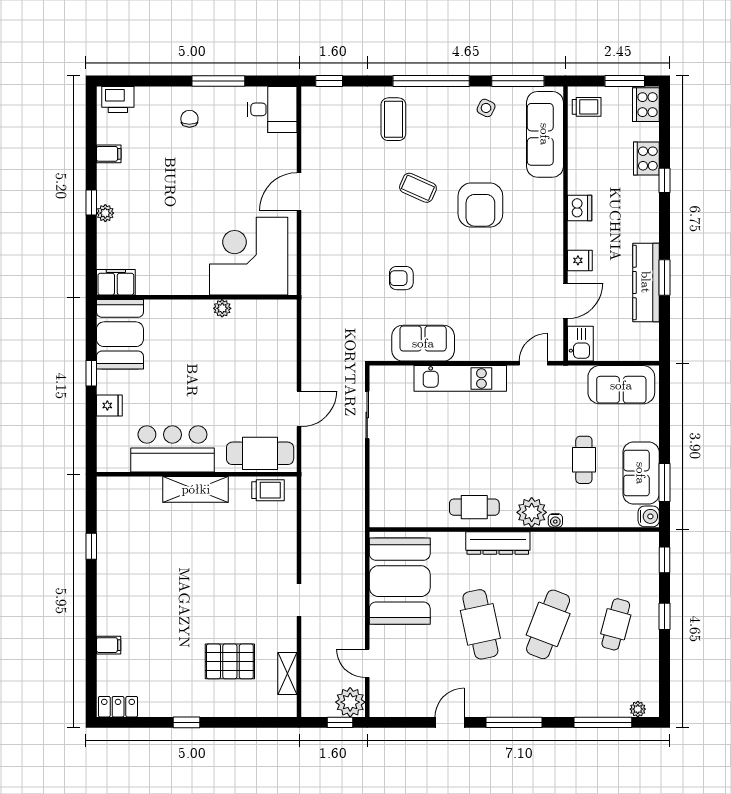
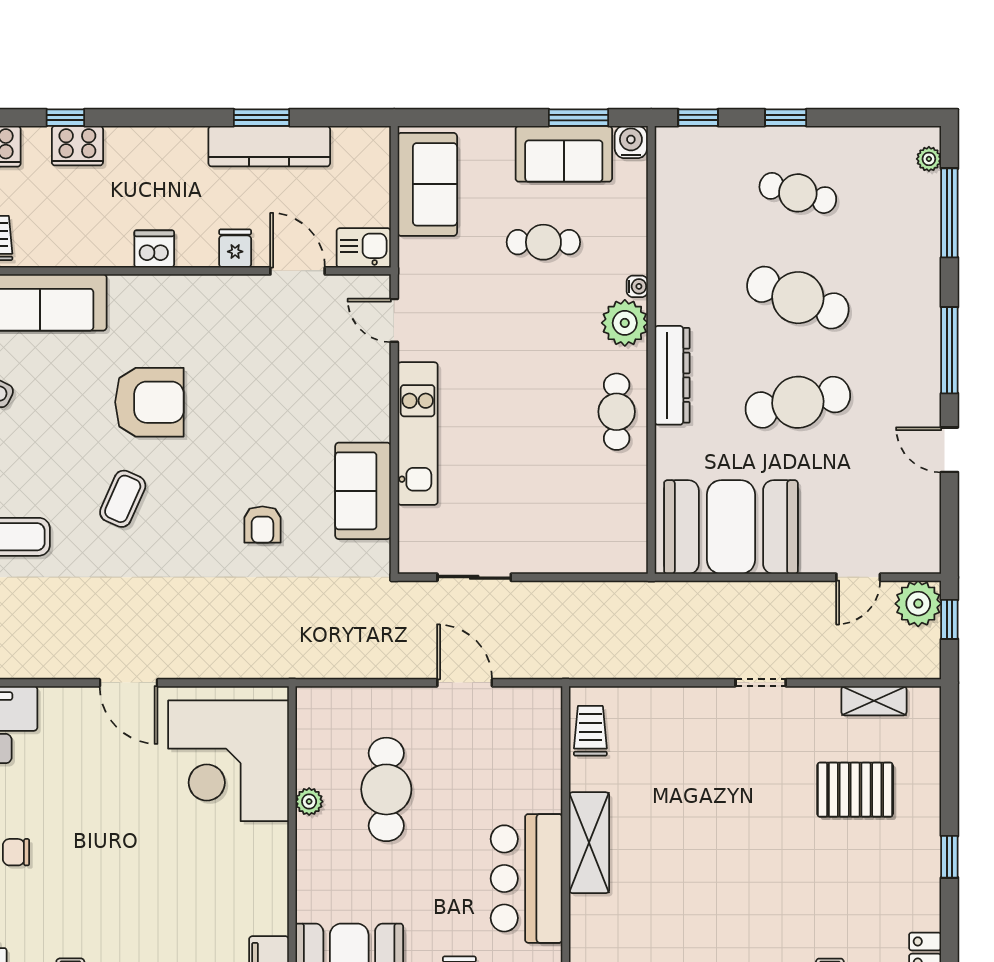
window: (664, 180) -> (65, 118), moved
cafe table: (260, 453) -> (386, 789), moved
pallet: (230, 661) -> (855, 790), turned 90

